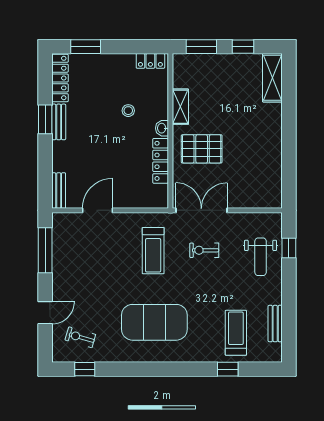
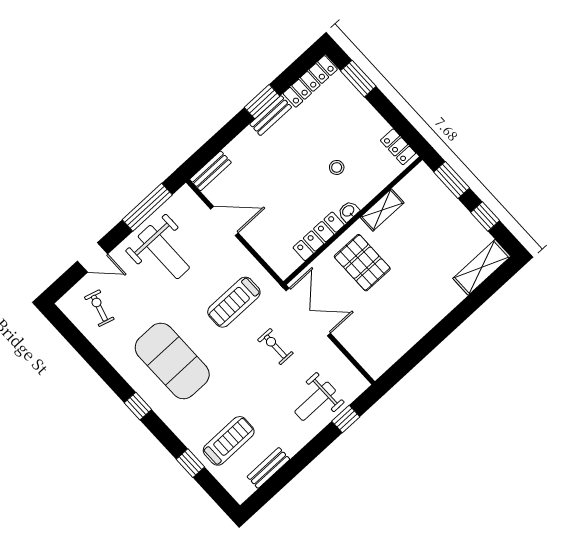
weight bench: (82, 266) -> (164, 252), added
window: (85, 369) -> (138, 406), moved

